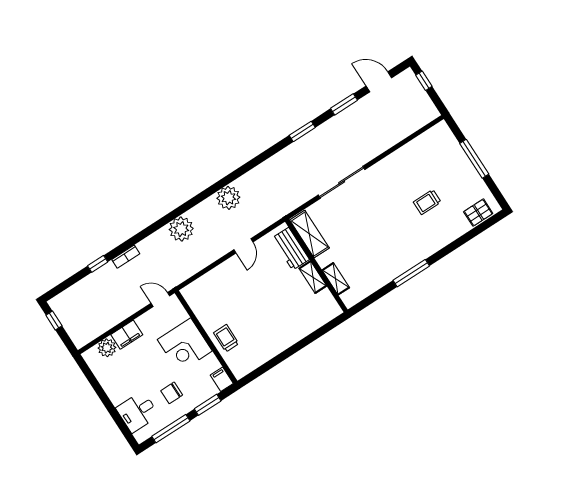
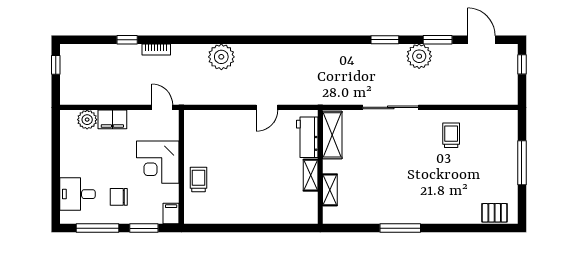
plant: (228, 198) -> (419, 56), moved
trolley: (427, 202) -> (451, 135), moved, turned 90

